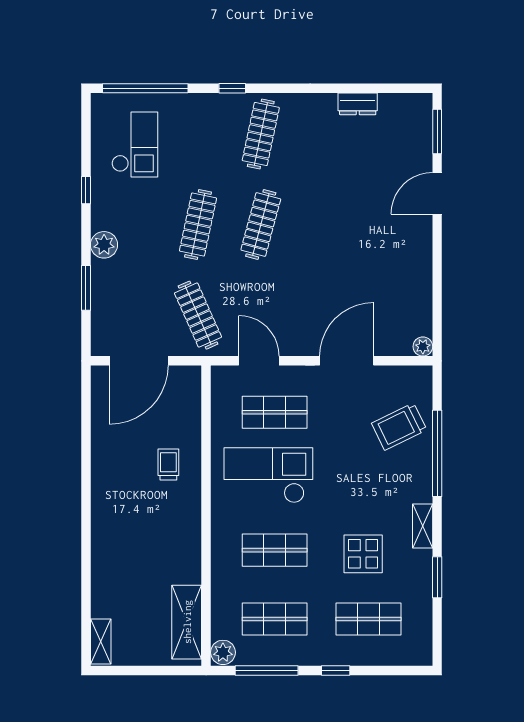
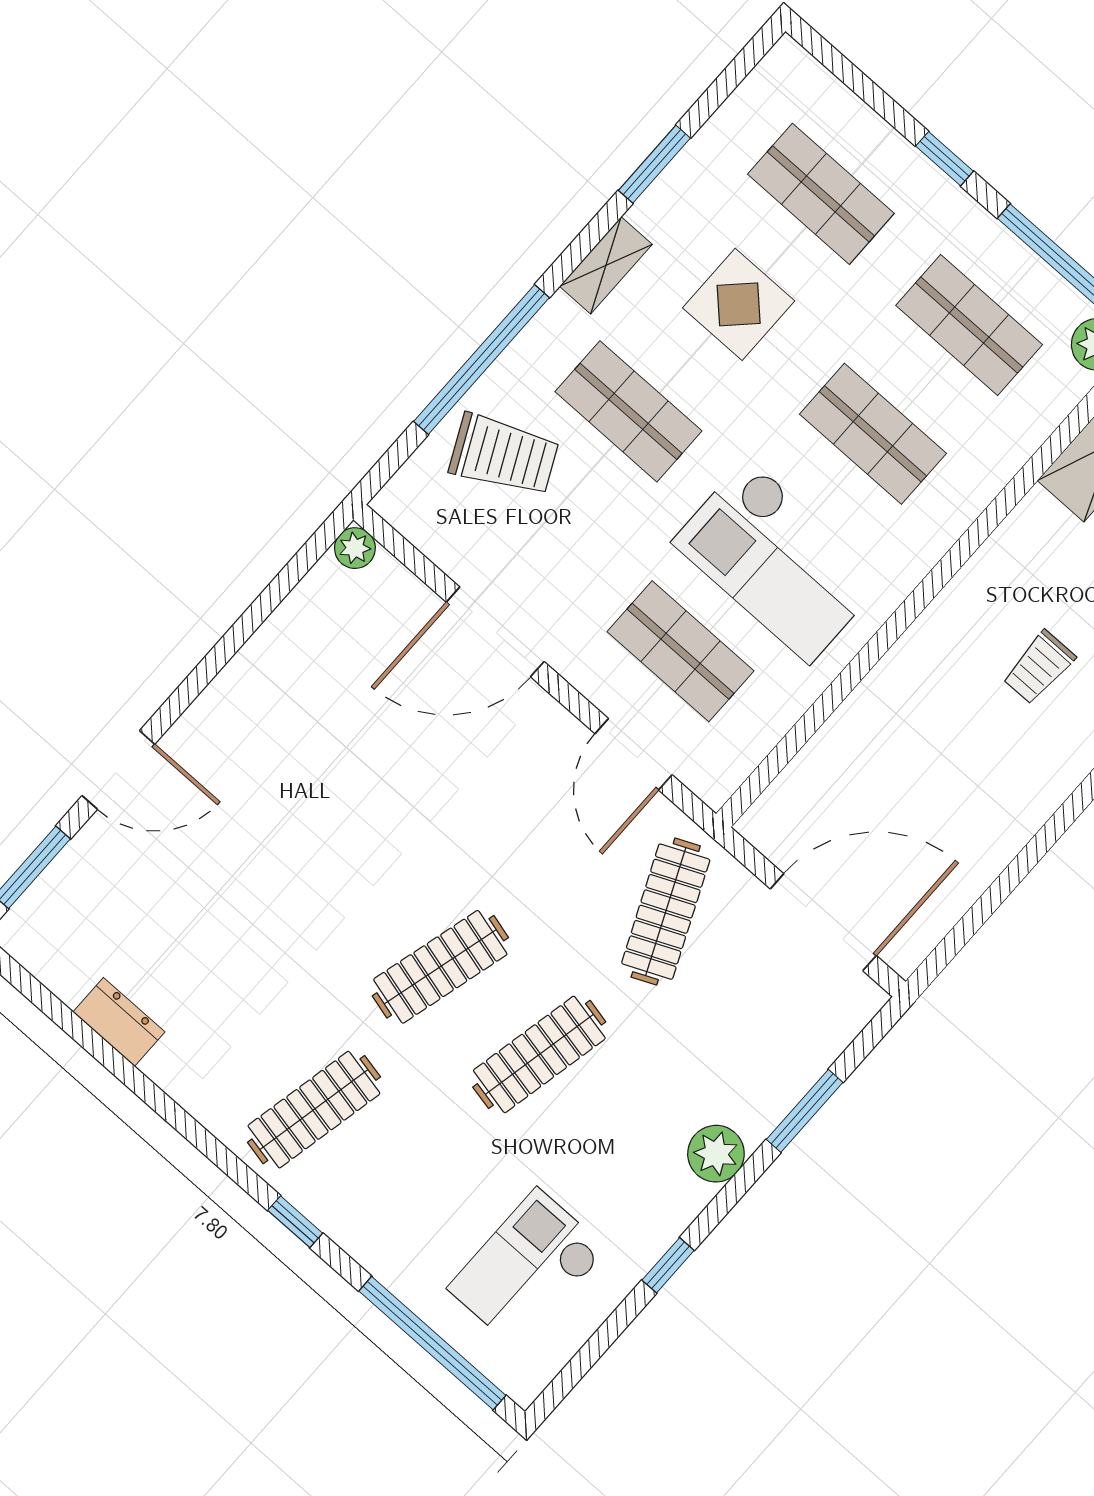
trolley: (168, 464) -> (1039, 667), moved
shop shelf: (369, 481) -> (628, 411), added

